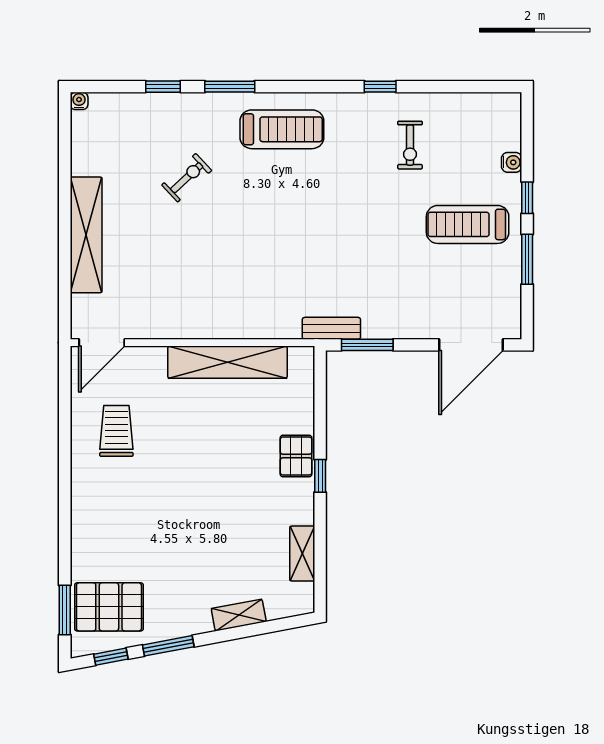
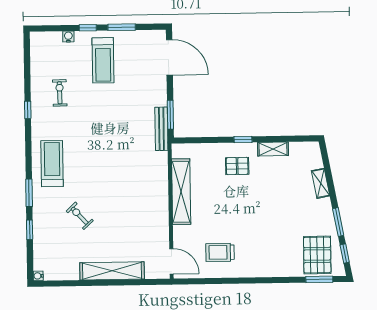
exercise bike: (410, 145) -> (60, 93), turned -91
bench: (331, 328) -> (161, 129), width x1.36
pallet: (296, 456) -> (237, 166), moved
shelving: (302, 554) -> (273, 149), moved

